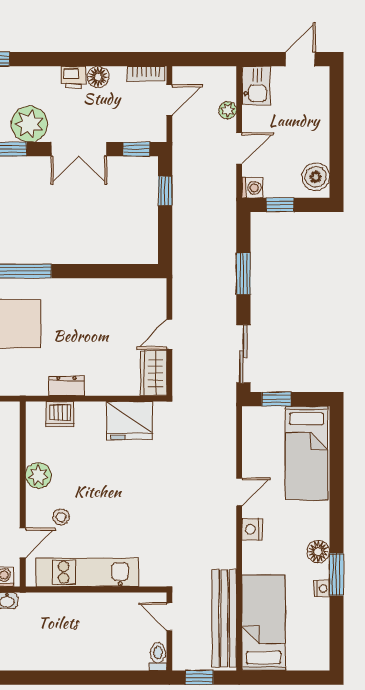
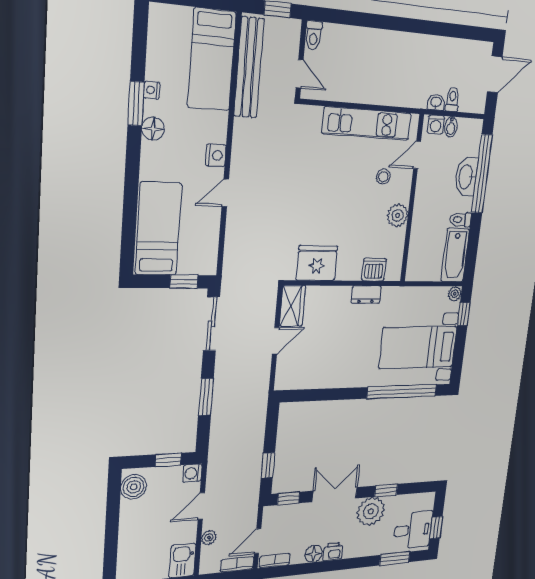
bookcase: (192, 74) -> (237, 564), added

